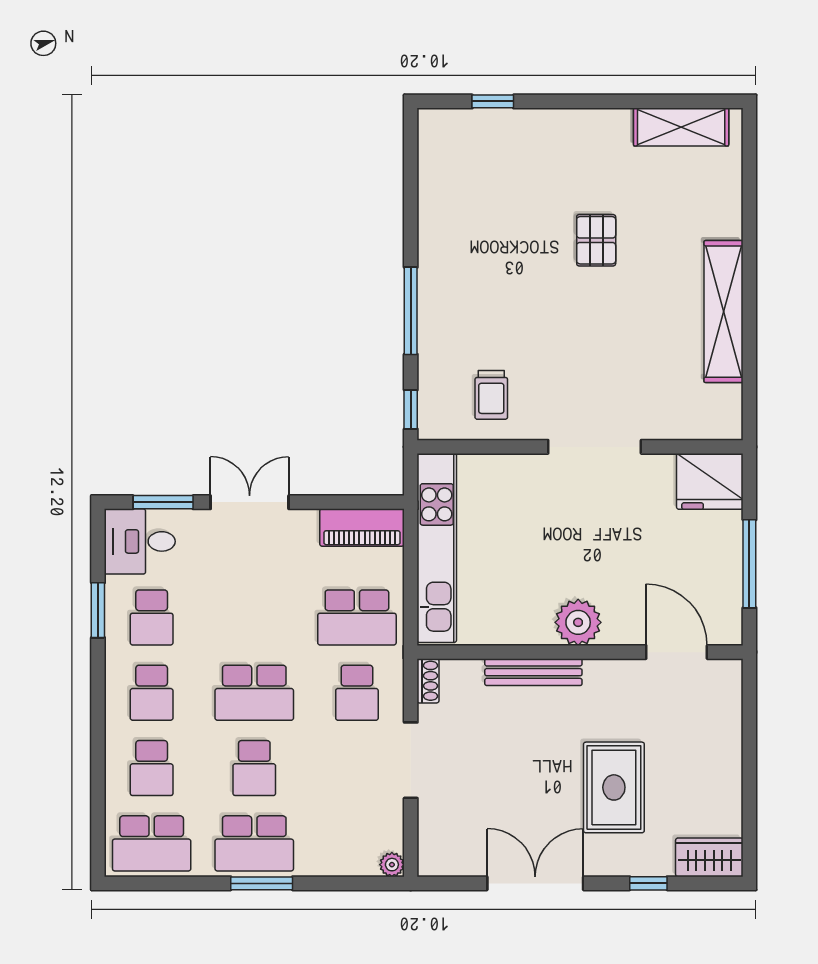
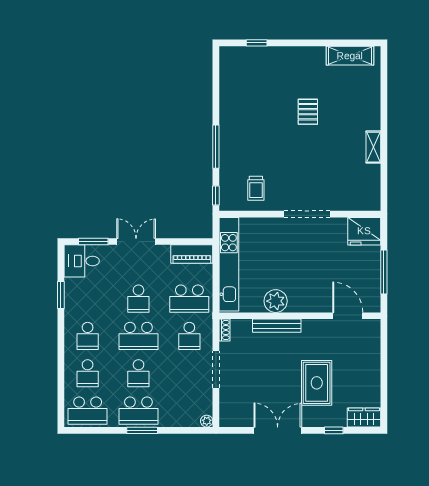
shelving: (724, 312) -> (373, 147), width x0.45, depth x0.75
school desk: (152, 617) -> (138, 299), moved
plant: (578, 622) -> (276, 301), moved

